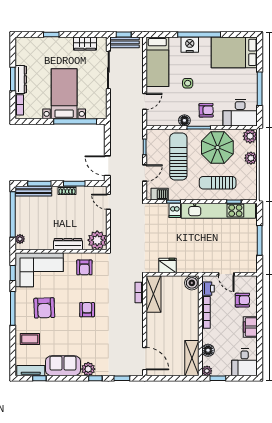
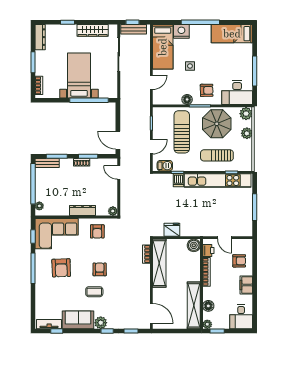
wardrobe: (85, 44) -> (93, 30), width x1.50
nightstand: (190, 45) -> (181, 31), moved
bed: (234, 52) -> (232, 34), width x0.67
dresser: (21, 79) -> (40, 37), moved
bench: (33, 191) -> (47, 163), width x0.73
plant: (97, 240) -> (113, 211), width x0.53, depth x0.53
shelving: (153, 294) -> (159, 263), width x1.47
coffee table: (30, 339) -> (94, 292), moved
shelving: (192, 358) -> (194, 305), width x1.47

